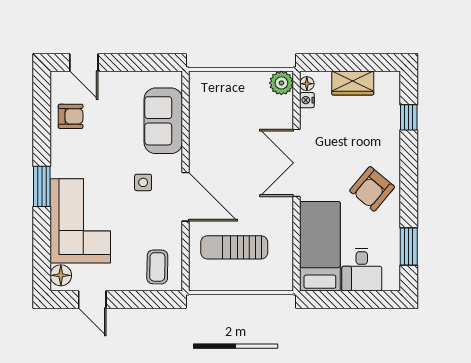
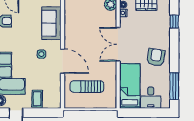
armchair: (372, 189) -> (156, 57), turned 149
window: (409, 246) -> (174, 86), width x1.44
coffee table: (157, 267) -> (37, 99), moved

